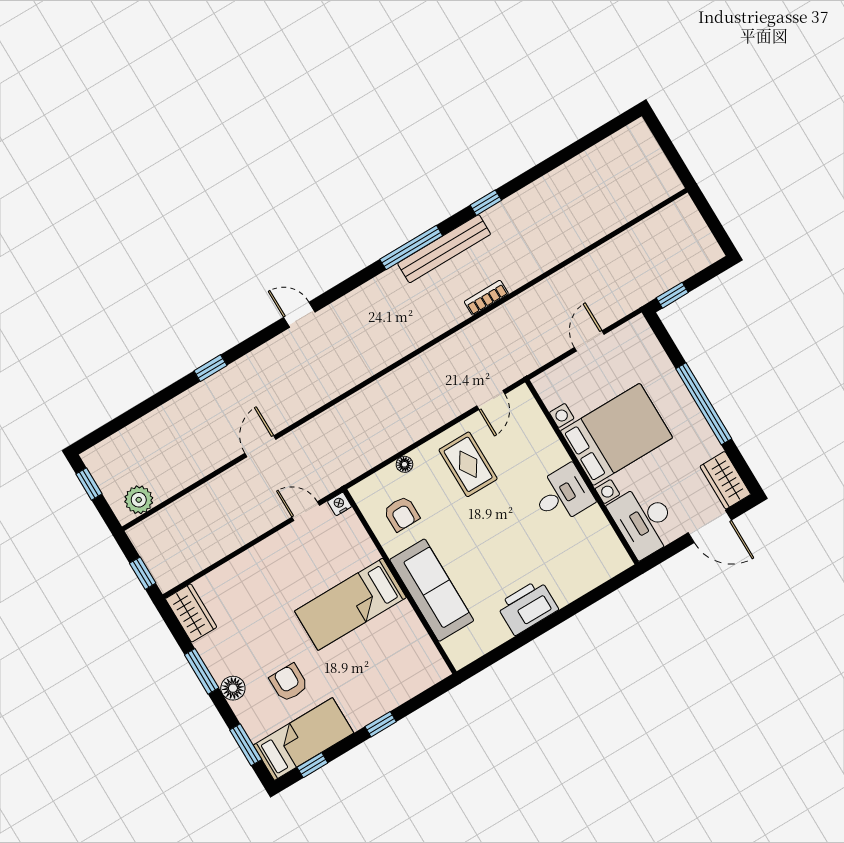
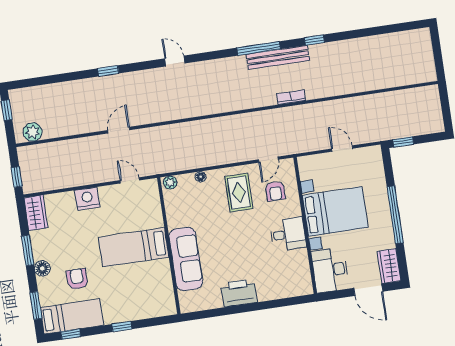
door: (589, 341) -> (342, 149), hinge flipped
plant: (365, 491) -> (170, 183), added
nightstand: (340, 504) -> (87, 199), moved, width x1.89, depth x1.79
armchair: (402, 514) -> (275, 191), moved

